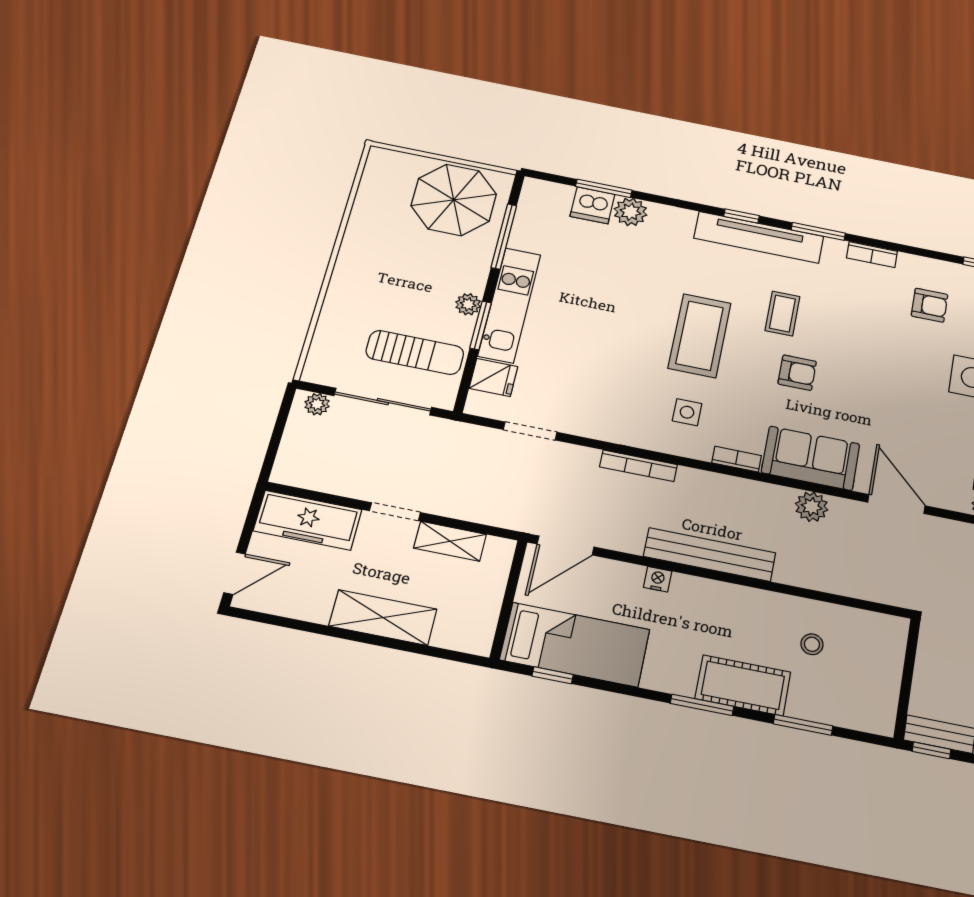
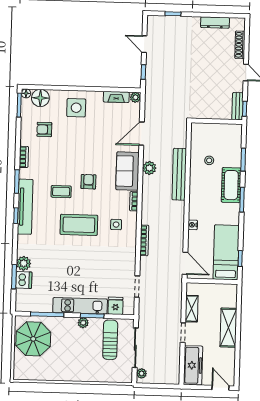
armchair: (930, 305) -> (44, 129), turned -90
bench: (710, 555) -> (179, 174), moved

